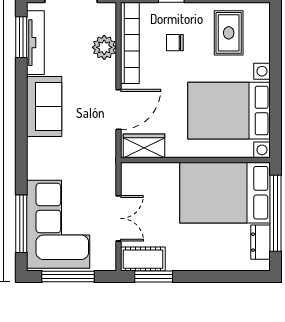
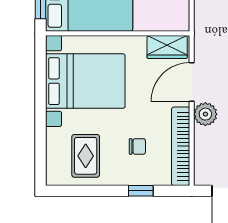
plant: (104, 47) -> (205, 114), moved

